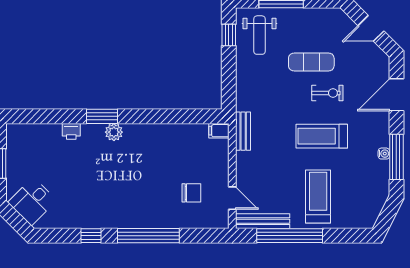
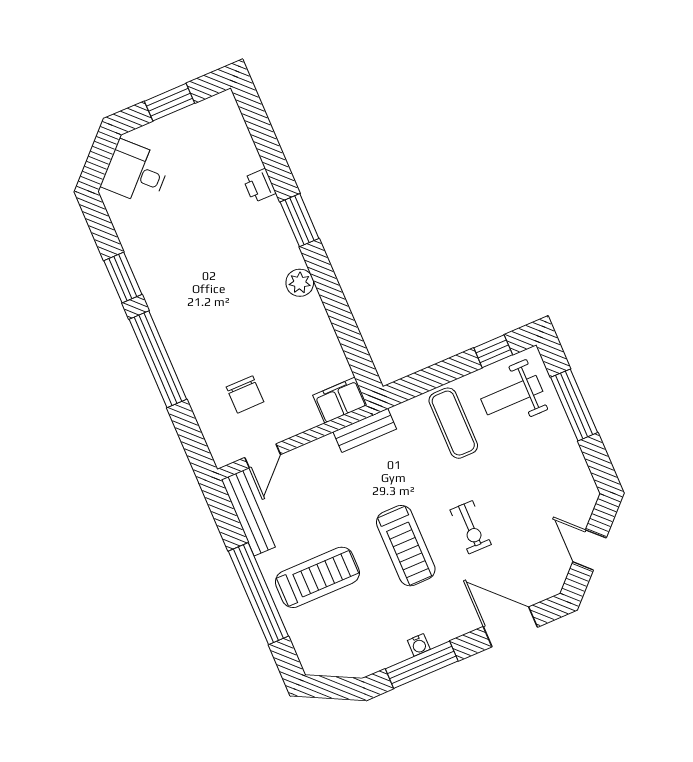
exercise mat: (311, 62) -> (453, 423), moved
filing cabinet: (219, 131) -> (340, 400), width x2.00
plant: (114, 132) -> (300, 283), moved
treadmill: (322, 136) -> (406, 546), turned 180
window: (91, 236) -> (123, 277), width x1.50
window: (290, 236) -> (258, 594), moved

